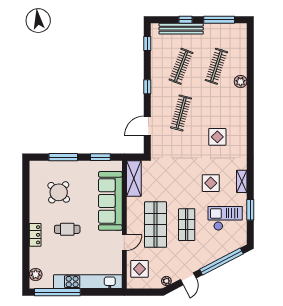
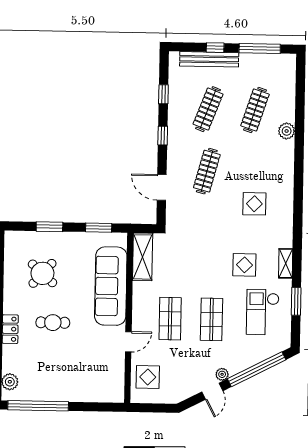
window: (147, 43) -> (163, 94), moved
door: (147, 126) -> (162, 187), hinge flipped
window: (63, 157) -> (49, 227), width x0.69
checkout: (225, 218) -> (263, 312), turned -90
shop shelf: (155, 225) -> (170, 319), width x0.70, depth x0.74
plant: (166, 281) -> (222, 374), moved
kitchen unit: (88, 282) -> (79, 393), removed

